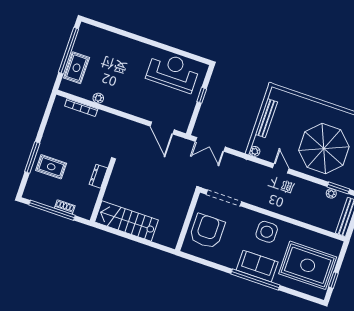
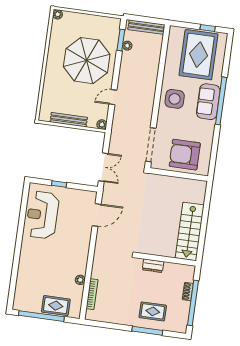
rug: (51, 167) -> (153, 311), turned 90

